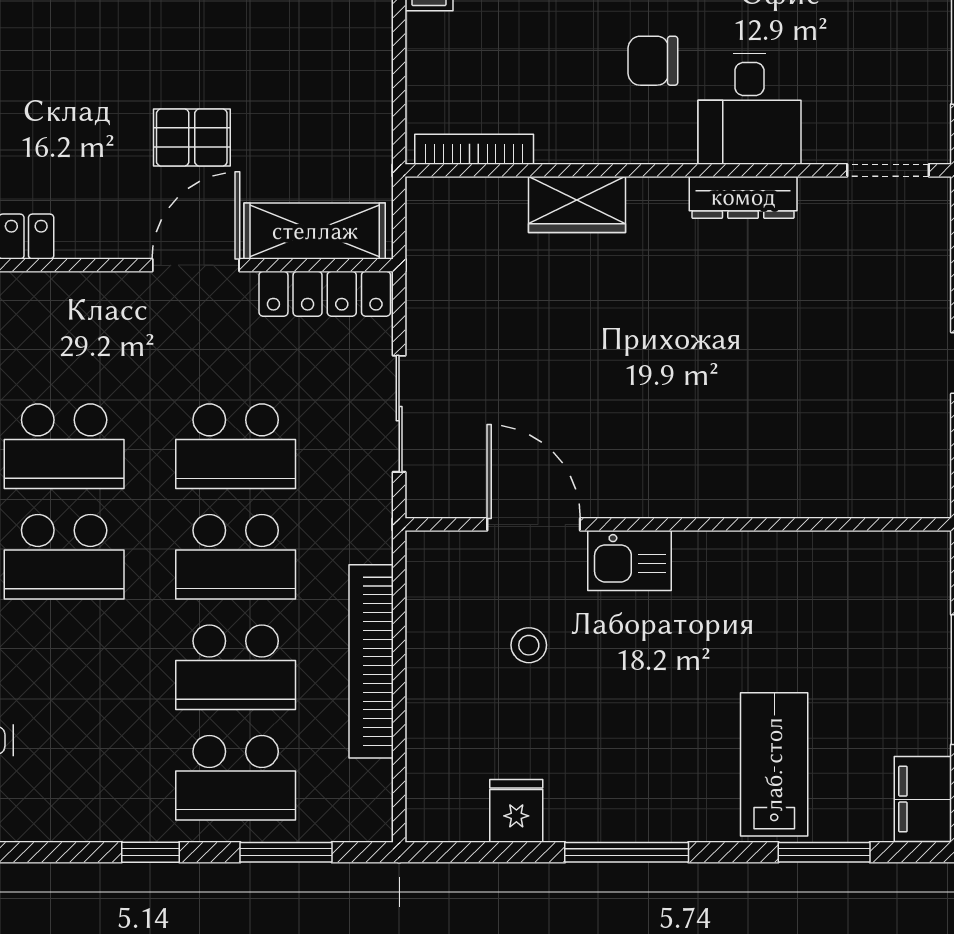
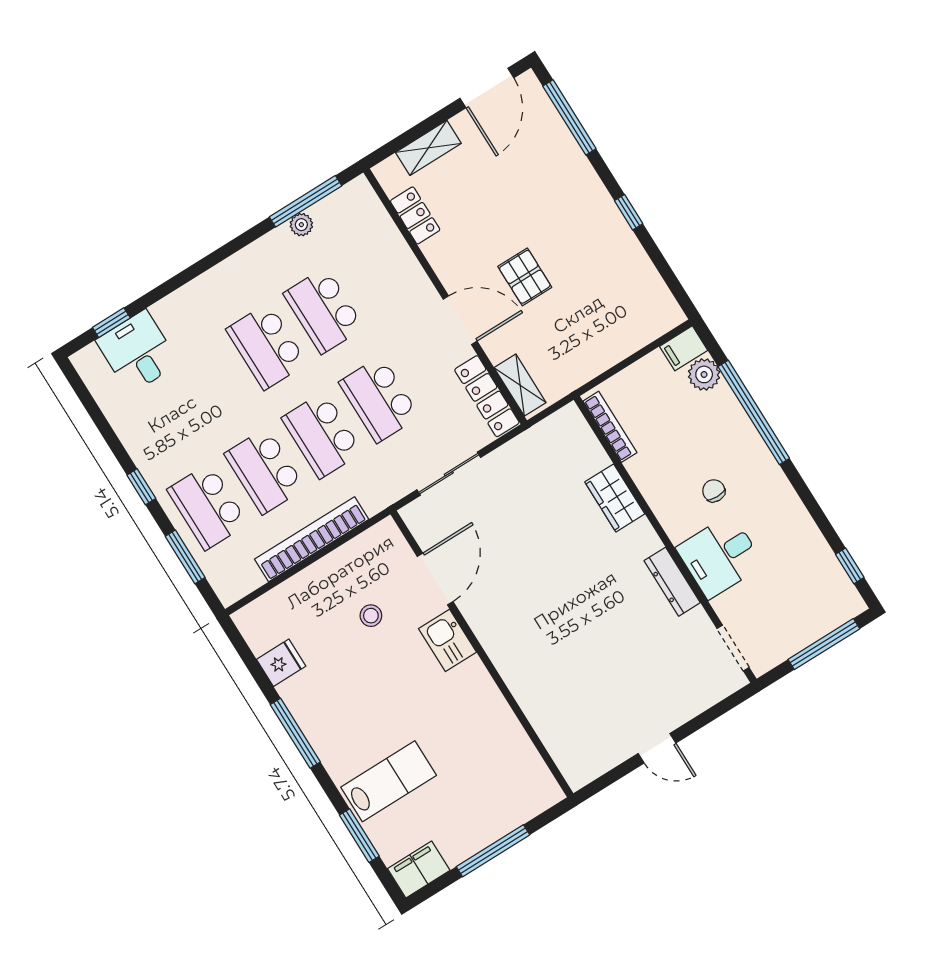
chair: (653, 61) -> (714, 491), width x0.73, depth x0.73
shelving: (315, 231) -> (520, 385), width x0.67, depth x0.75

